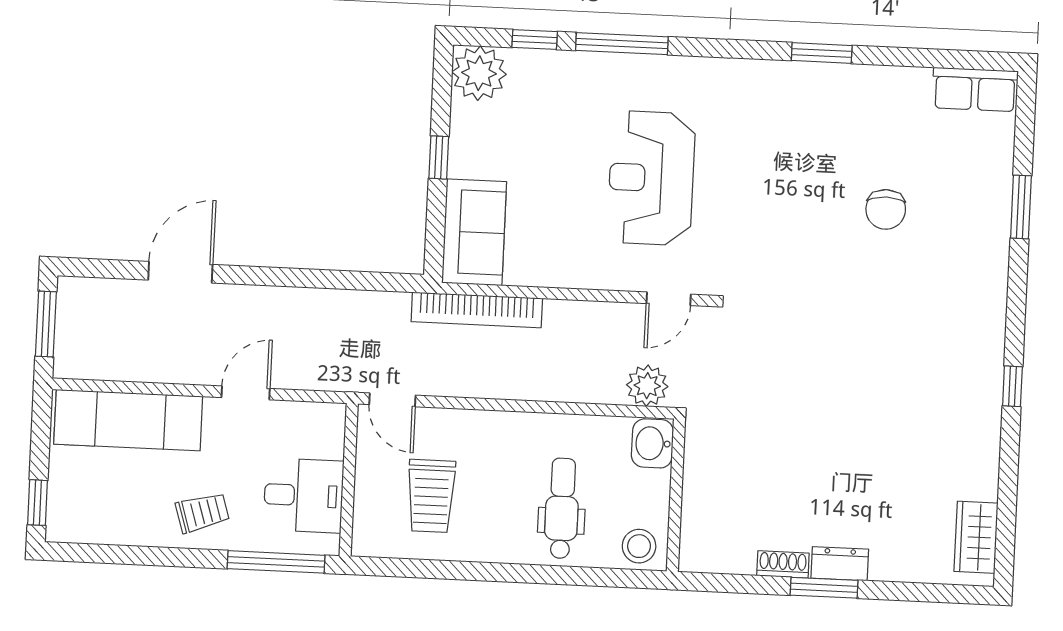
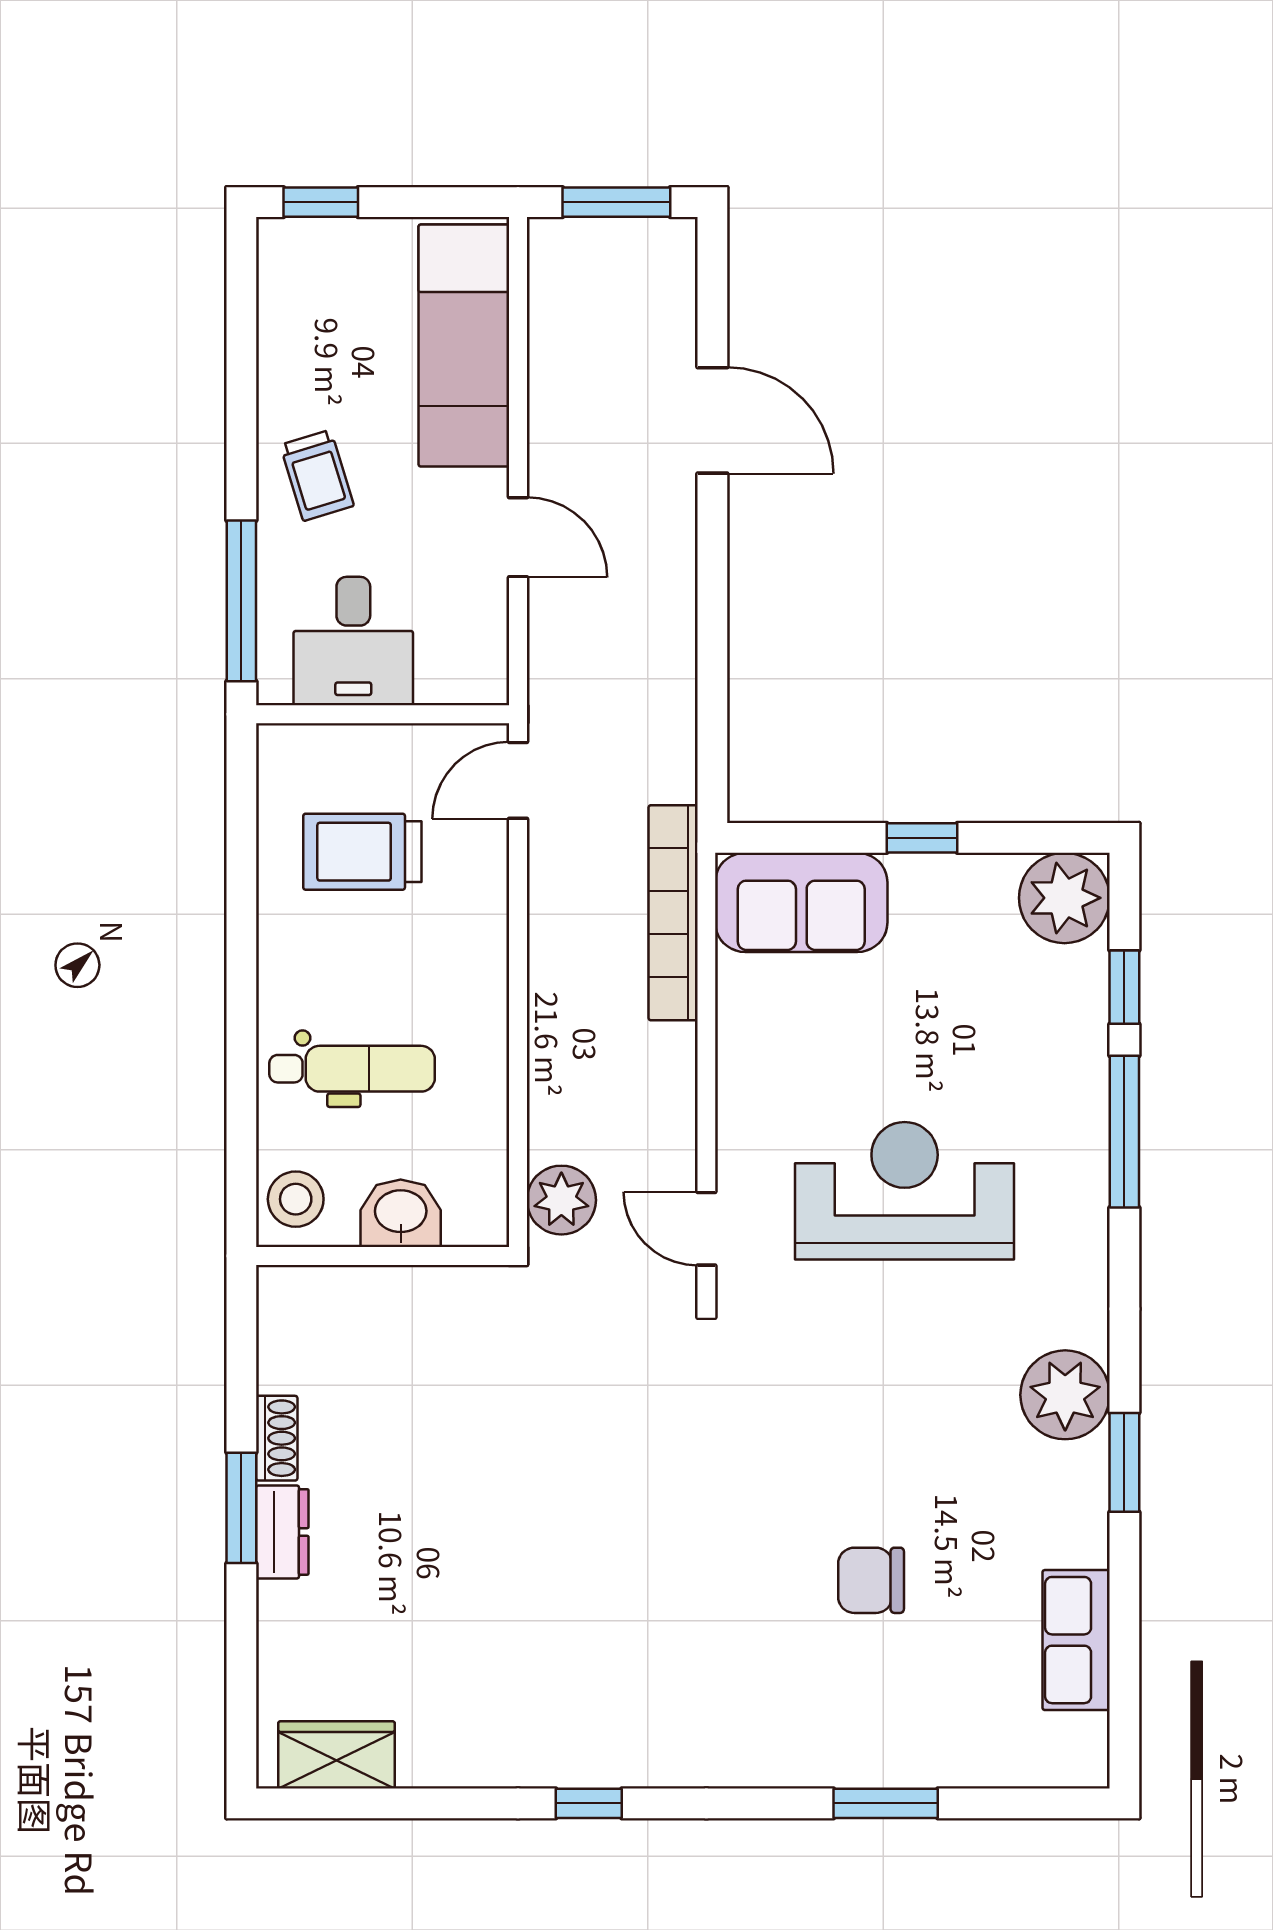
plant: (779, 87) -> (1065, 1395), added
row of seats: (975, 89) -> (1076, 1640), moved
washbasin: (652, 443) -> (401, 1213), moved

